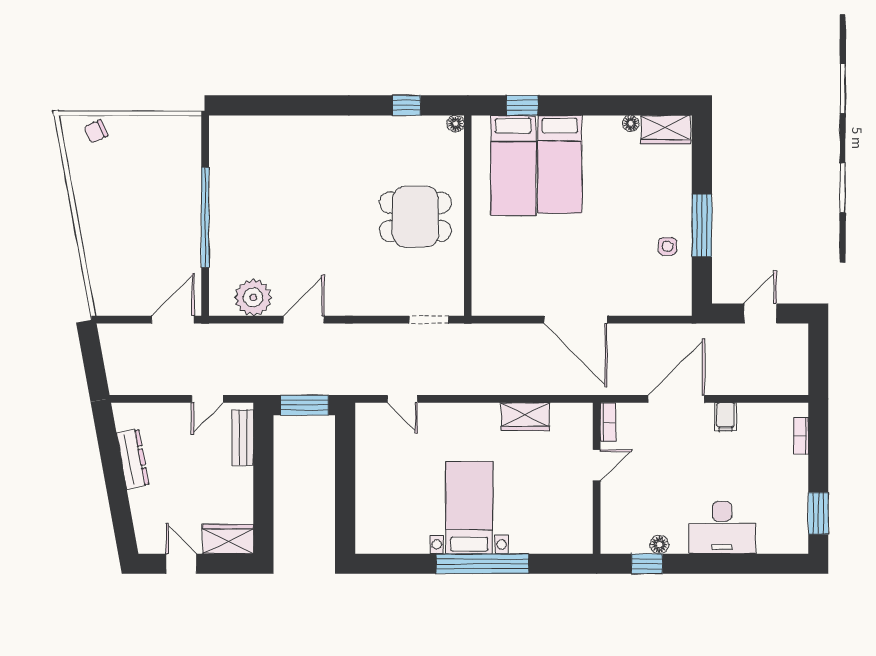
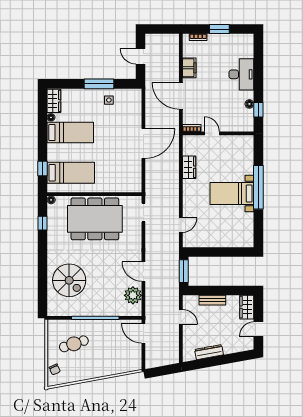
spiral stairs: (285, 162) -> (69, 280), added
bed: (560, 164) -> (70, 133), moved
cafe table: (150, 172) -> (74, 344), added
dining table: (415, 217) -> (95, 219), width x1.88, depth x1.24
filing cabinet: (725, 417) -> (189, 68), width x2.00
bench: (243, 438) -> (212, 300), moved
window: (818, 513) -> (219, 29), moved

